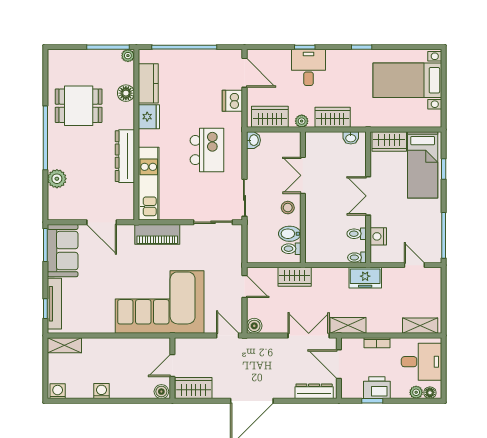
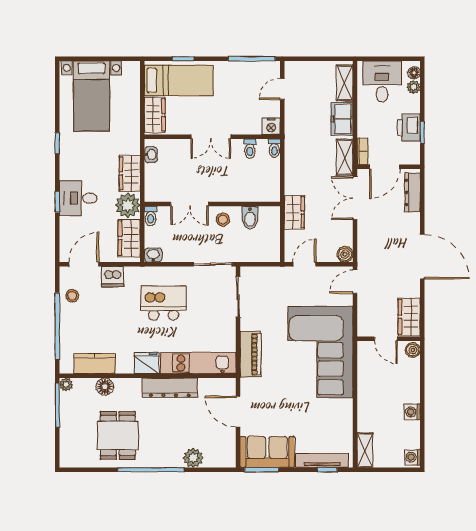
stool: (214, 62) -> (72, 296), added
fridge: (149, 117) -> (147, 363), moved
plant: (302, 121) -> (128, 205), width x1.87, depth x1.87
door: (102, 222) -> (238, 412), swing flipped
nightstand: (378, 236) -> (271, 126), moved
toilet: (291, 249) -> (151, 216), moved
freezer: (365, 278) -> (342, 119), moved, turned 180
bookcase: (377, 343) -> (362, 151), moved

